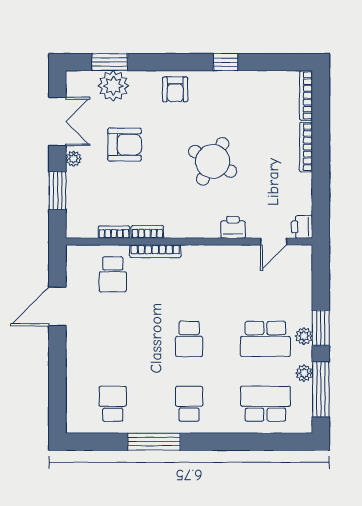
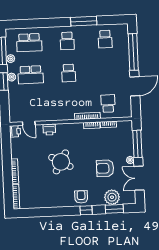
window: (226, 62) -> (86, 210), moved
window: (57, 191) -> (137, 144), width x1.44
door: (274, 242) -> (29, 123), swing flipped
school desk: (189, 339) -> (69, 73), turned 180
school desk: (265, 339) -> (31, 75), turned 180
window: (57, 375) -> (133, 52), added

